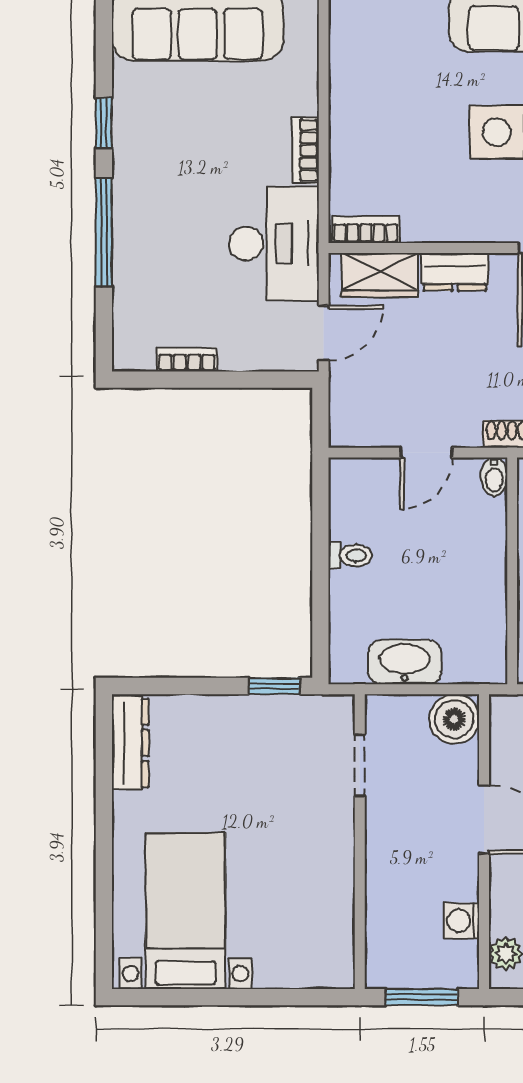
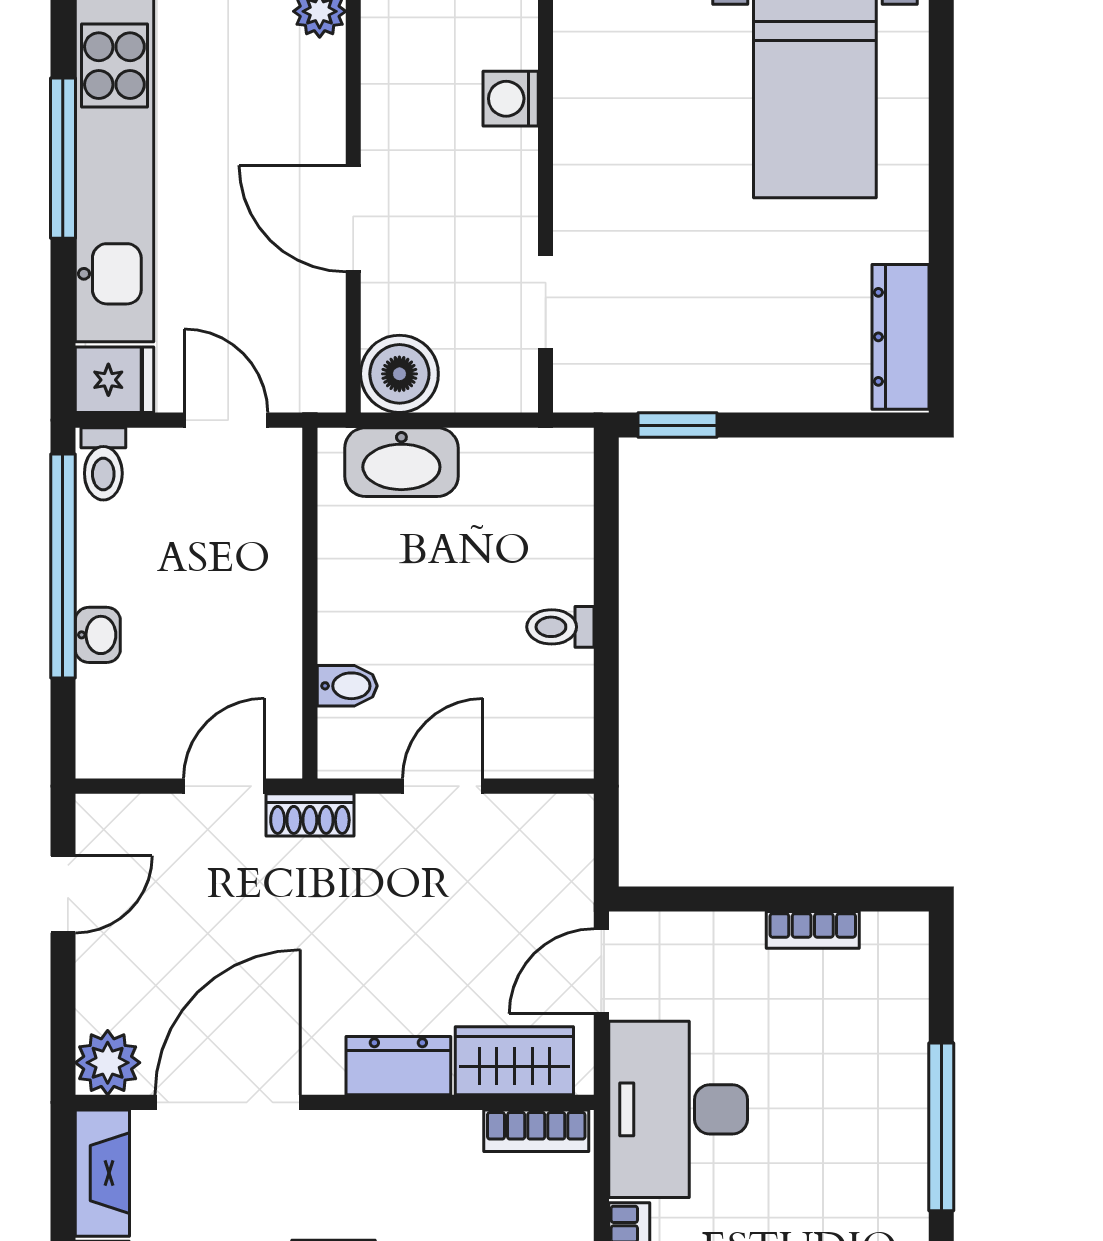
bidet: (494, 477) -> (347, 686), moved, turned 90
washbasin: (405, 662) -> (401, 462), moved
washing machine: (461, 921) -> (511, 99), moved, turned 180

